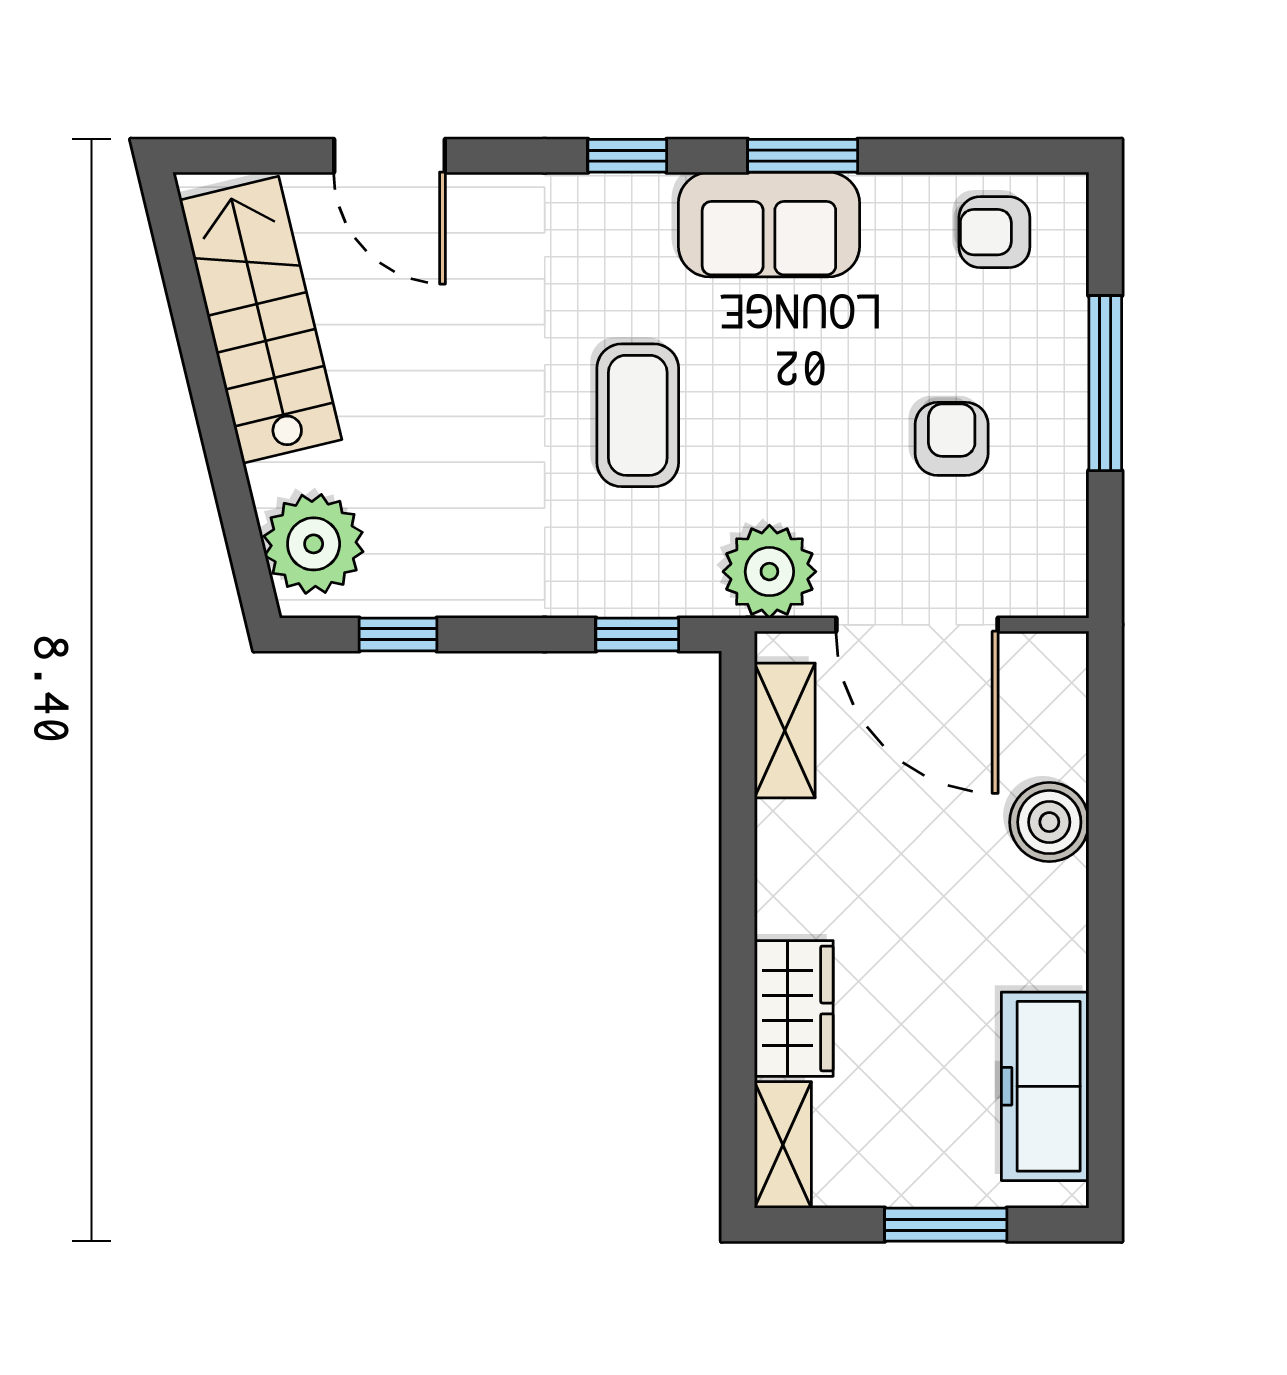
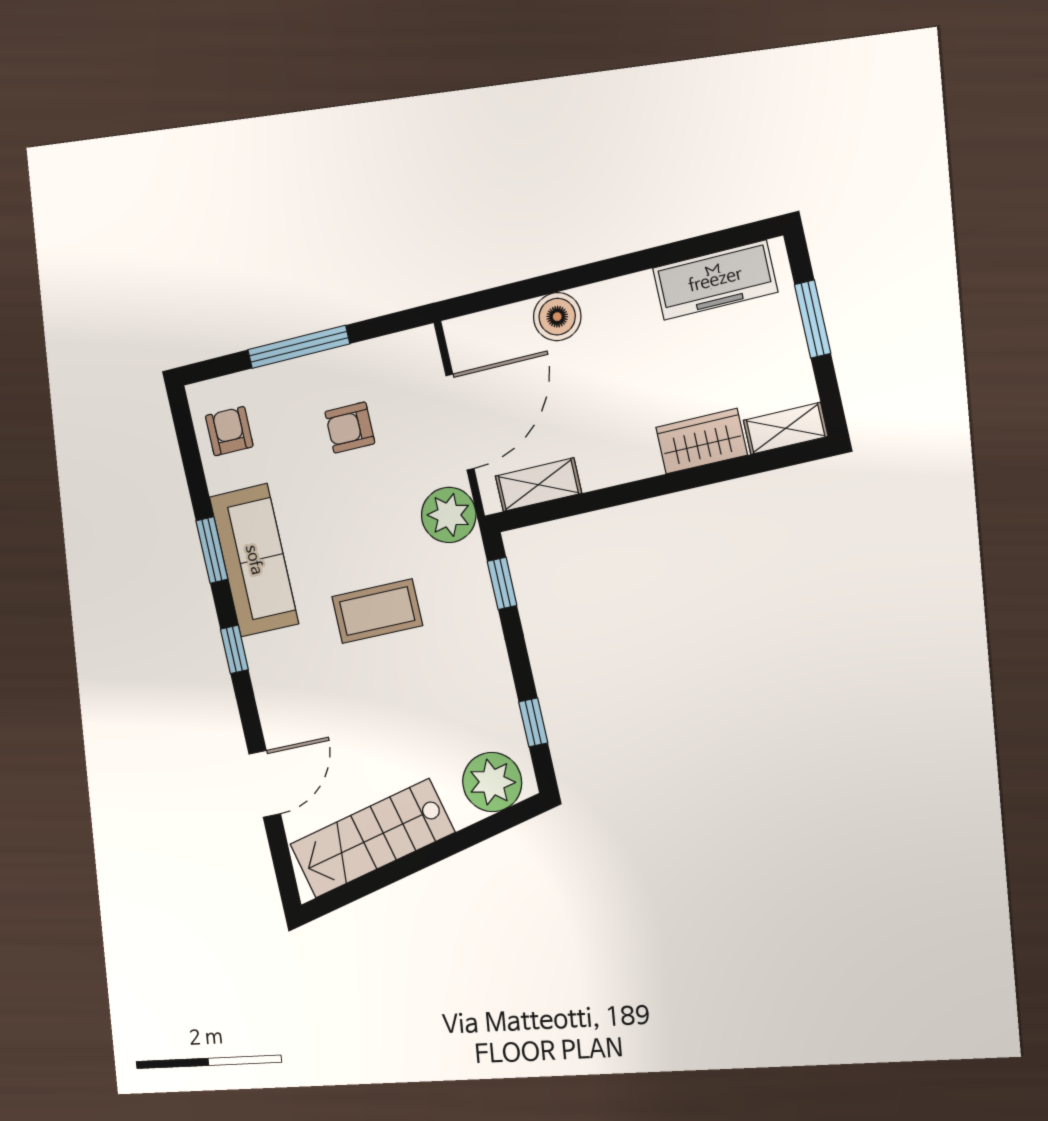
sofa: (769, 225) -> (254, 560), width x1.36
armchair: (994, 232) -> (229, 431), turned 180

